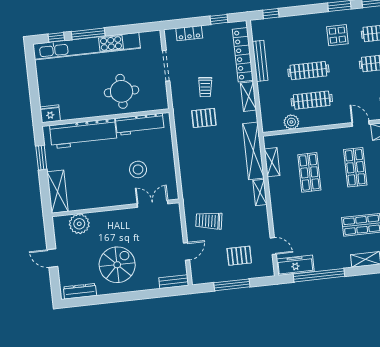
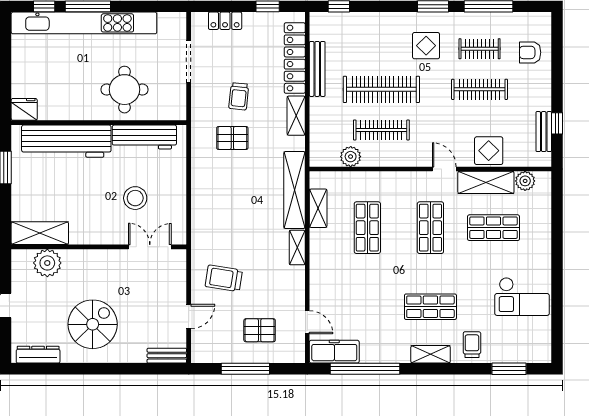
clothes rail: (308, 71) -> (381, 89), width x1.37, depth x1.31
shelving: (58, 192) -> (40, 233), moved, turned 90

